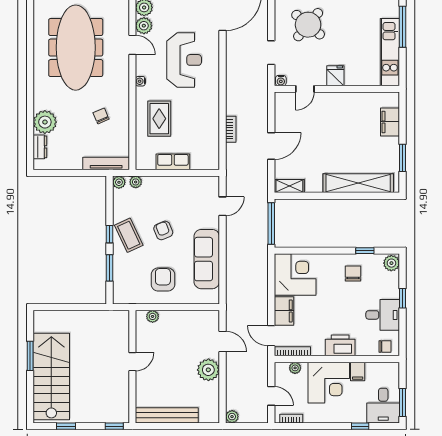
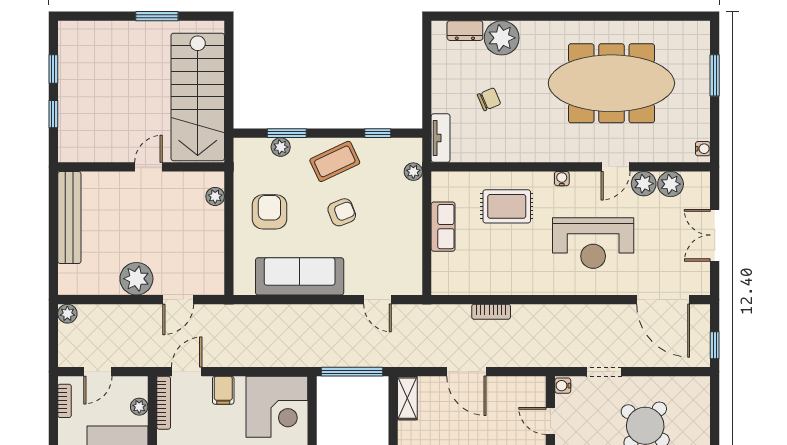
chair: (101, 116) -> (489, 99), moved
tv unit: (106, 163) -> (441, 138), width x0.71
plant: (119, 182) -> (281, 147), moved
window: (110, 234) -> (378, 133), moved
armchair: (163, 280) -> (269, 212), turned -90
filing cabinet: (284, 311) -> (223, 390), width x0.50
door: (132, 362) -> (148, 167), swing flipped
stairs: (51, 377) -> (198, 97), moved, turned 90
window: (114, 426) -> (53, 114), moved

